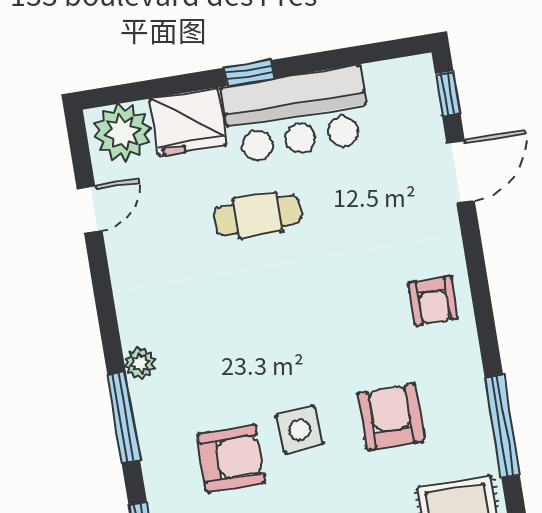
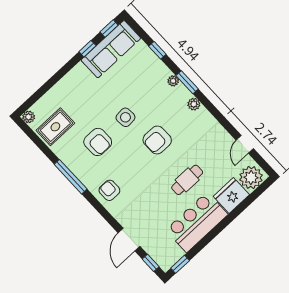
window: (249, 73) -> (180, 264), moved
window: (124, 417) -> (187, 82), width x0.69
window: (502, 427) -> (71, 177), moved
plant: (151, 440) -> (173, 81), added
armchair: (231, 458) -> (157, 140), moved

